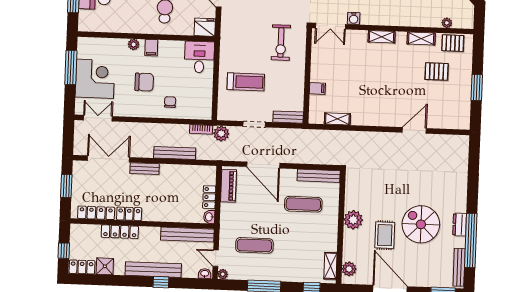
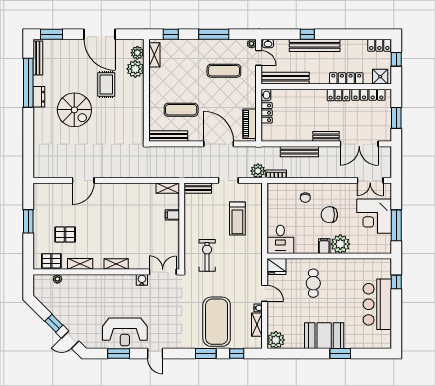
plant: (134, 44) -> (340, 244), width x1.87, depth x1.87
treadmill: (246, 82) -> (237, 219), turned -90
shelving: (337, 119) -> (168, 188), moved
plant: (353, 220) -> (135, 69), moved
spiral stairs: (421, 224) -> (74, 110), moved
shower: (105, 266) -> (380, 77), moved

